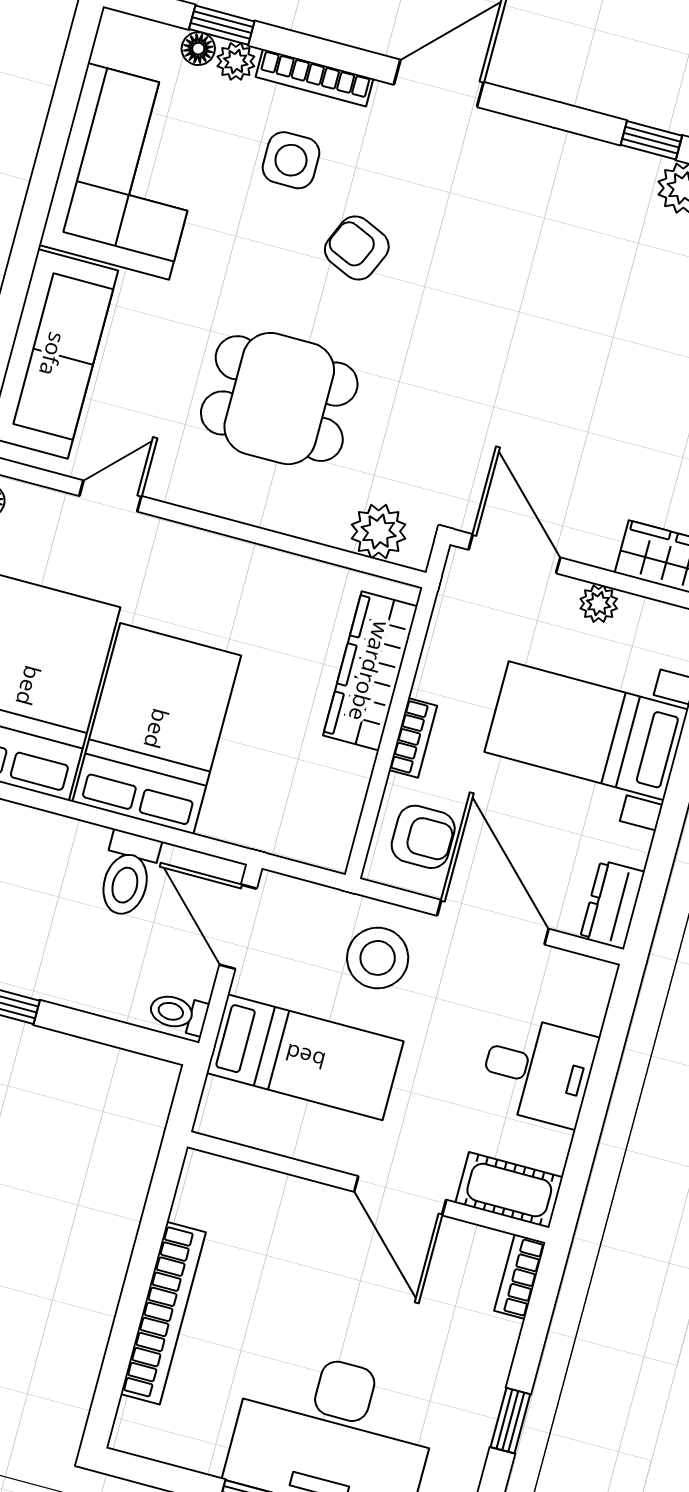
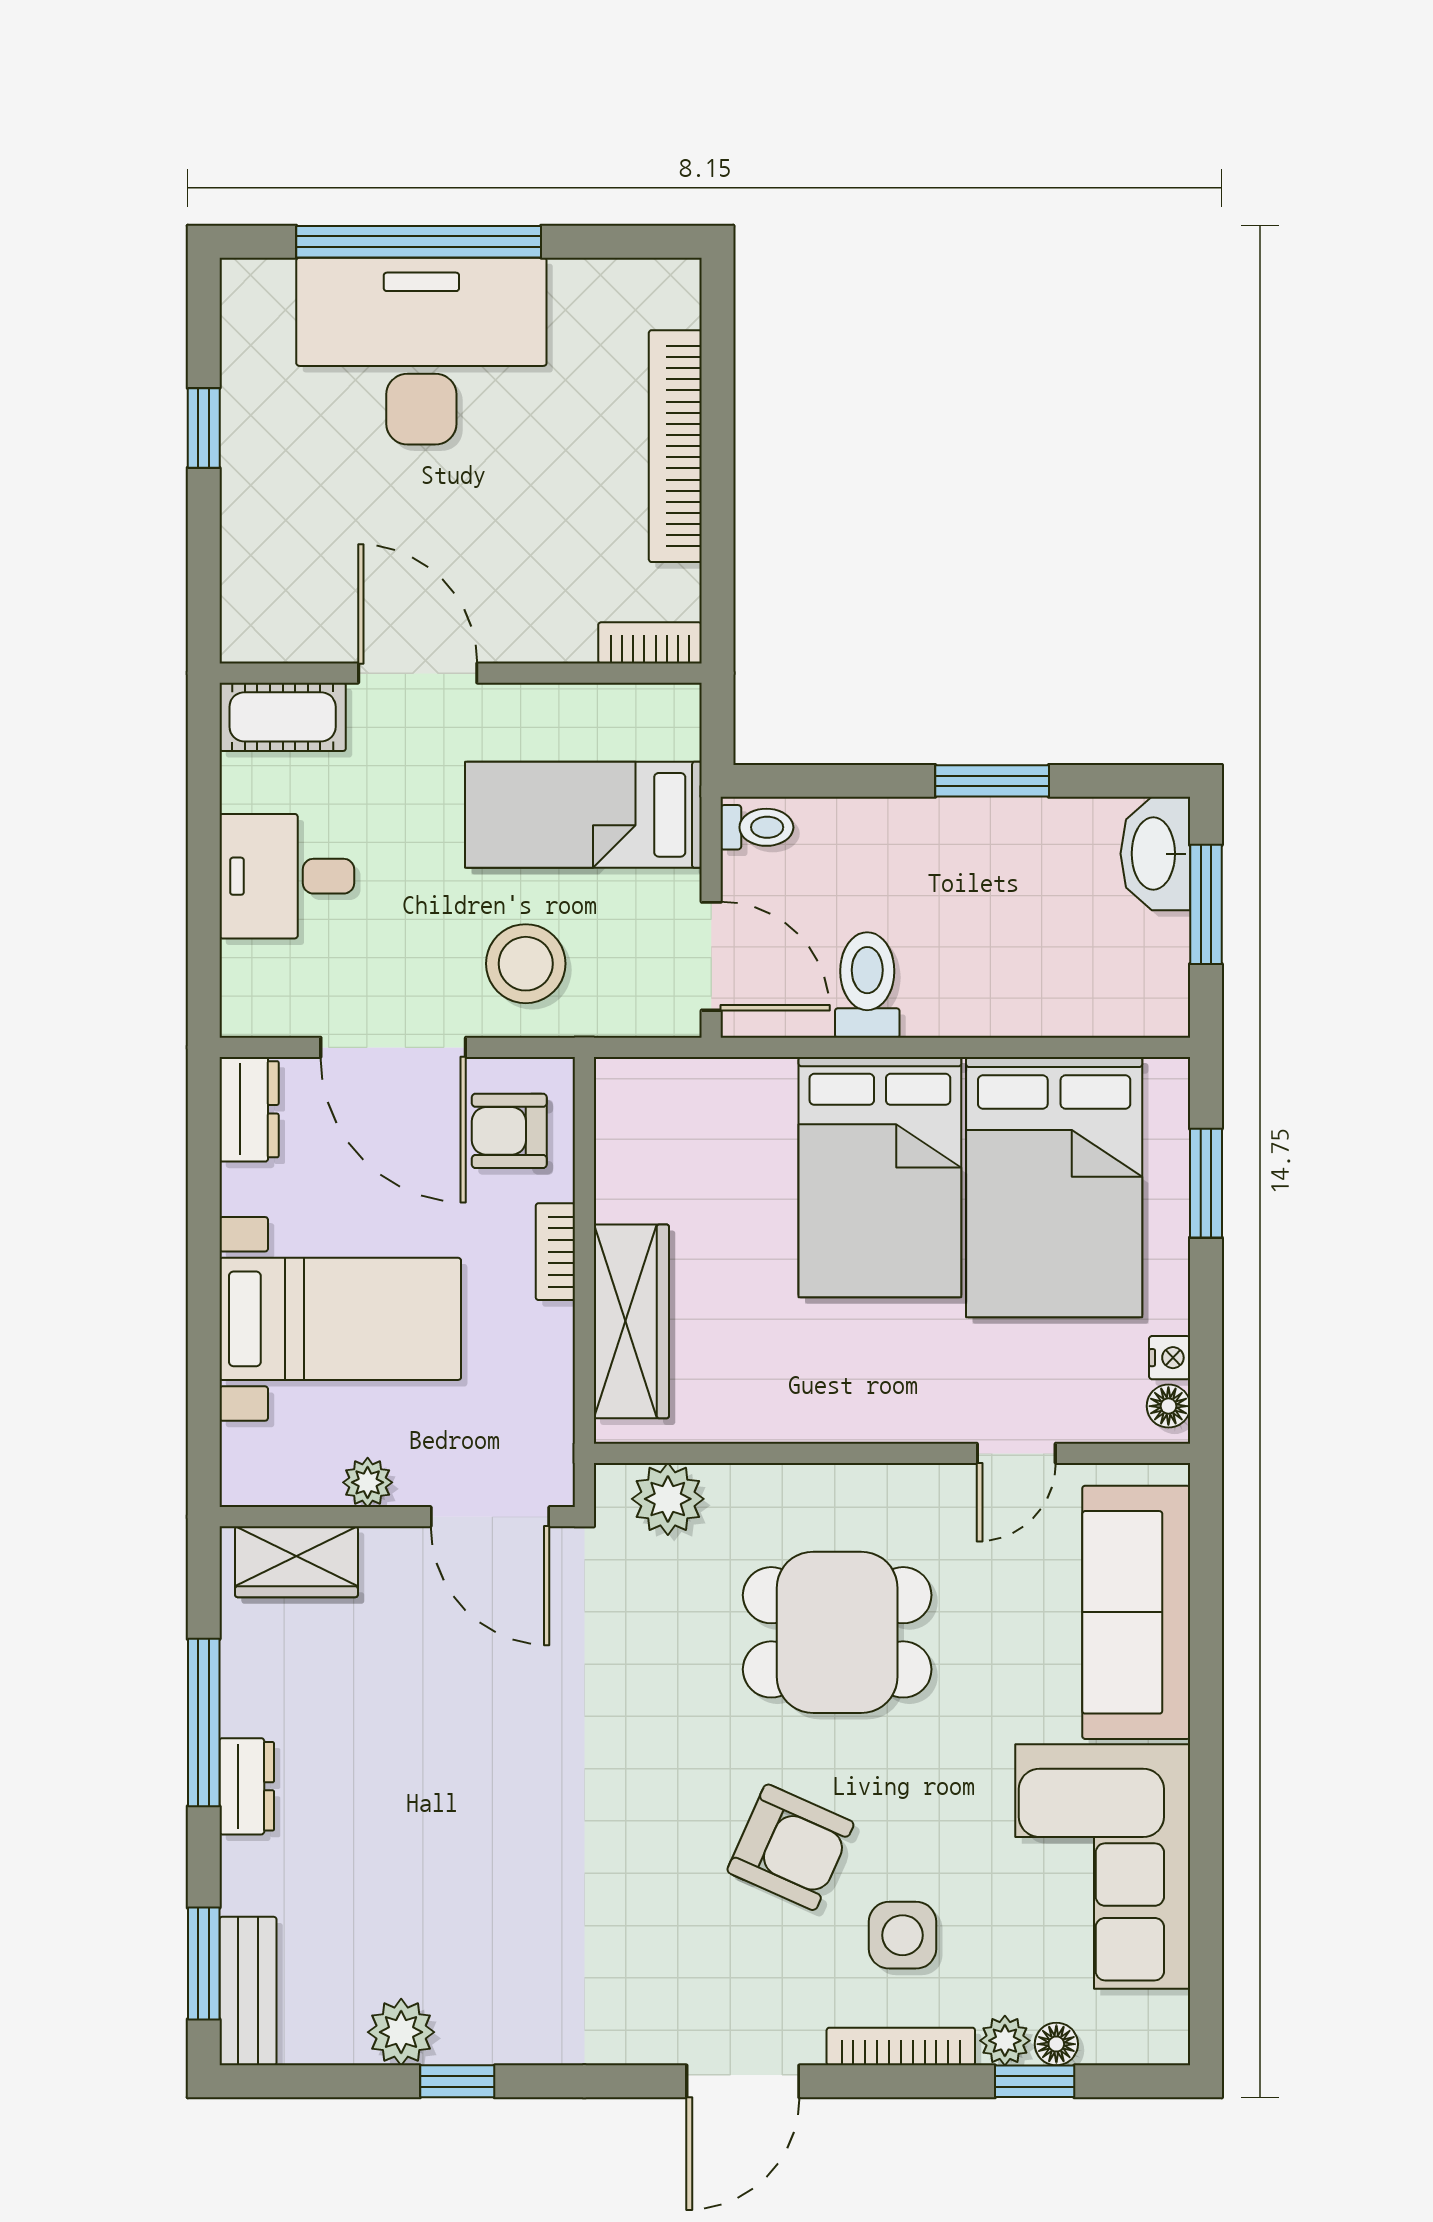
armchair: (357, 248) -> (790, 1847), width x1.38, depth x1.38
bookcase: (520, 1277) -> (650, 643), moved, turned -90

